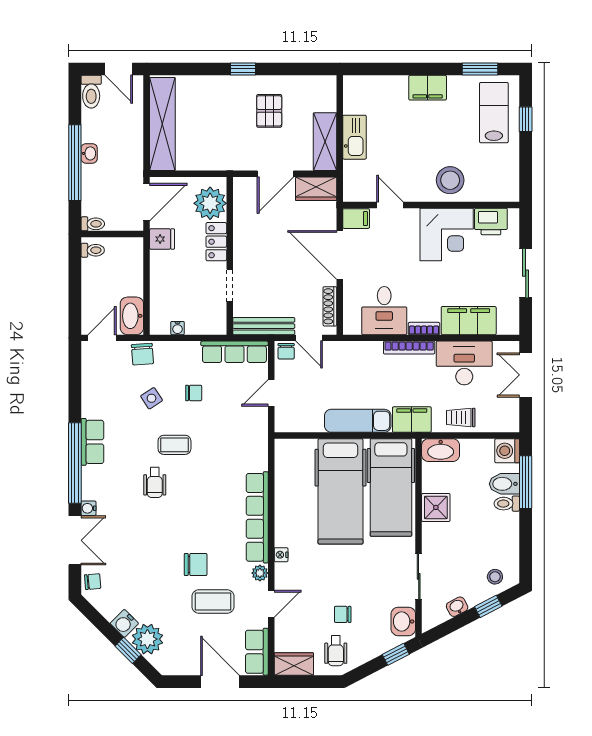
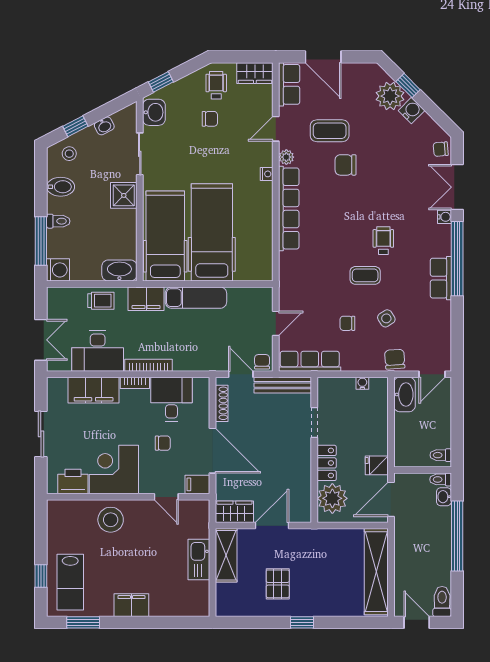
washbasin: (89, 153) -> (444, 497), moved
chair: (394, 263) -> (163, 443), added
bidet: (504, 484) -> (61, 187), moved
shower: (436, 507) -> (124, 195), moved

